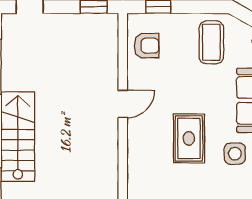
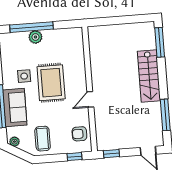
rug: (189, 138) -> (51, 83), width x1.36, depth x1.43

